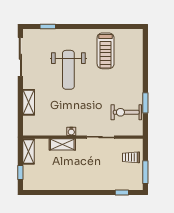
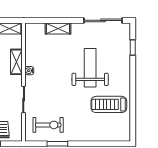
weight bench: (68, 70) -> (90, 68), turned 90
exercise bike: (126, 112) -> (48, 125), turned 90

